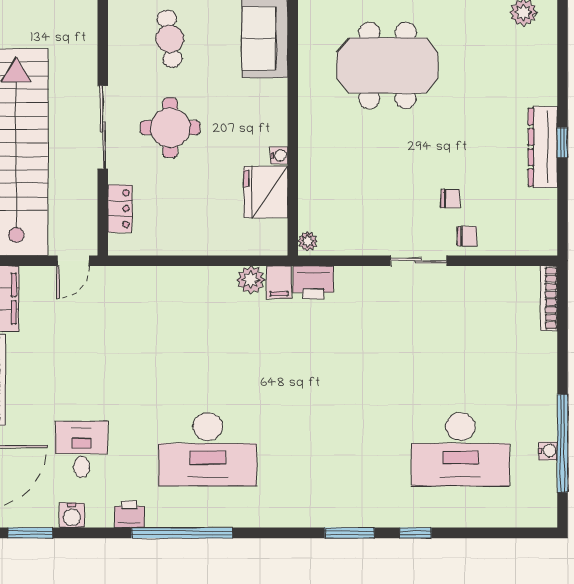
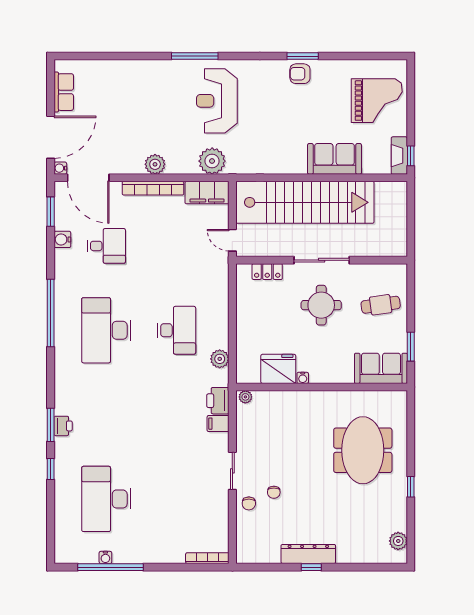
filing cabinet: (279, 282) -> (218, 424), moved
desk: (208, 344) -> (177, 330), added
printer: (129, 514) -> (63, 426), moved

